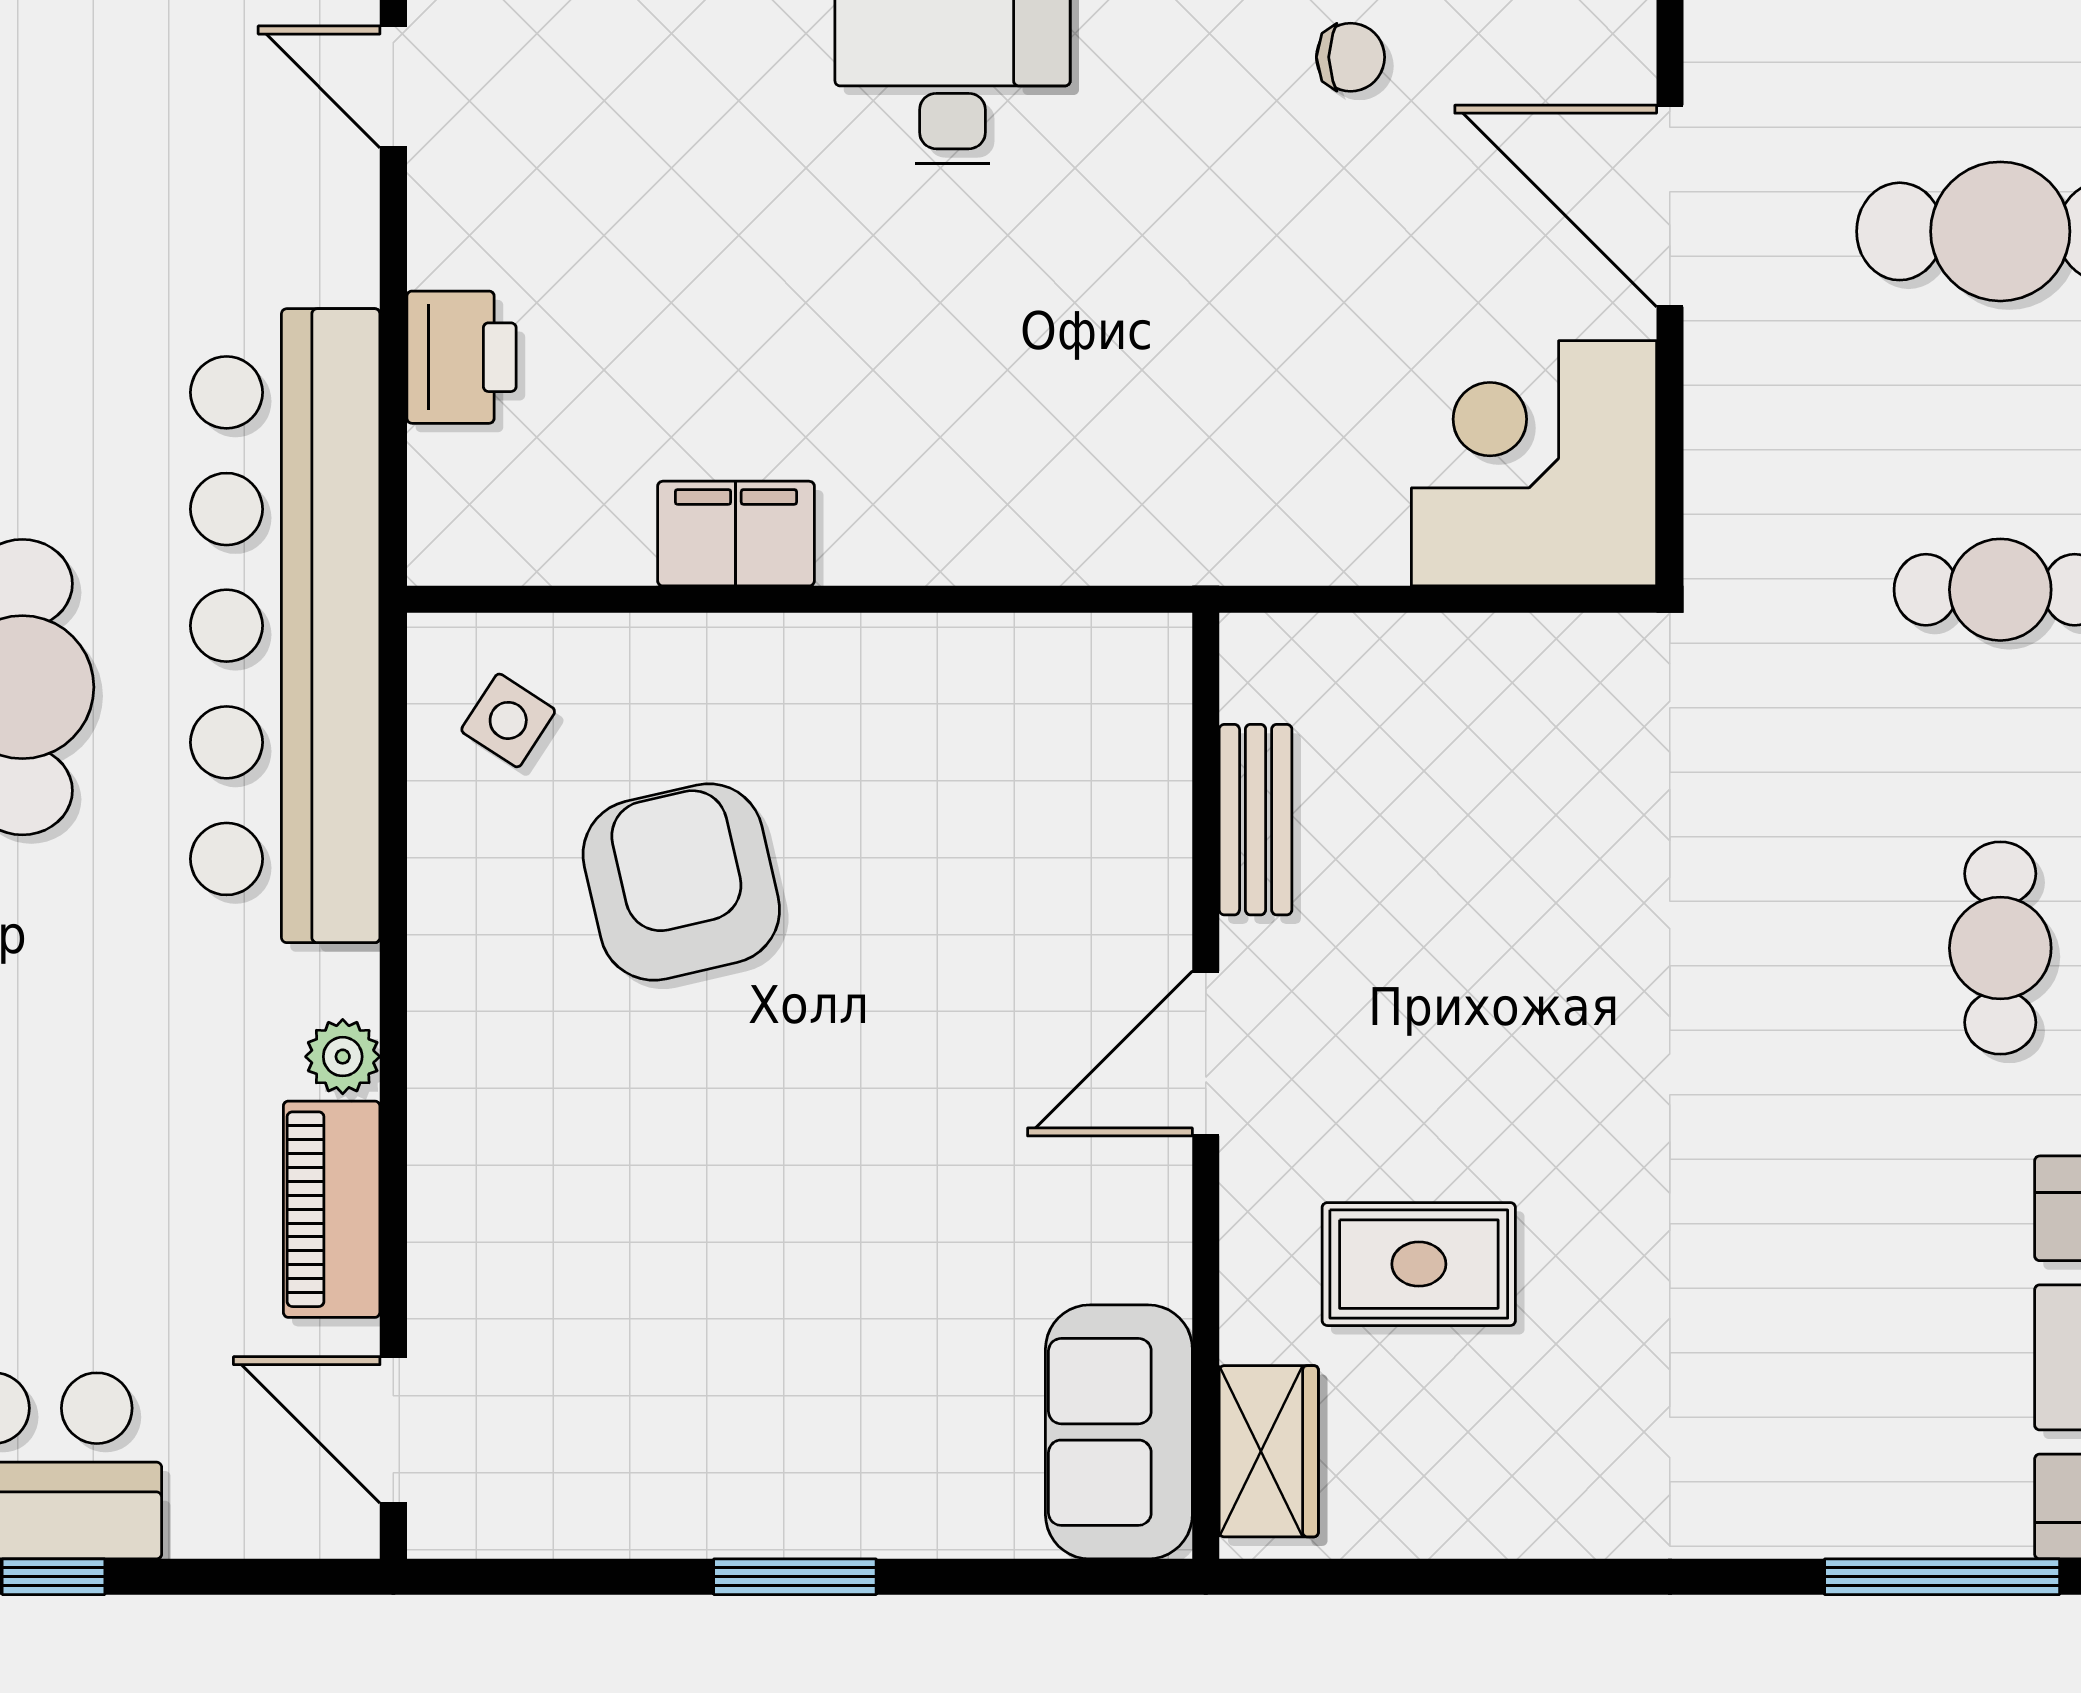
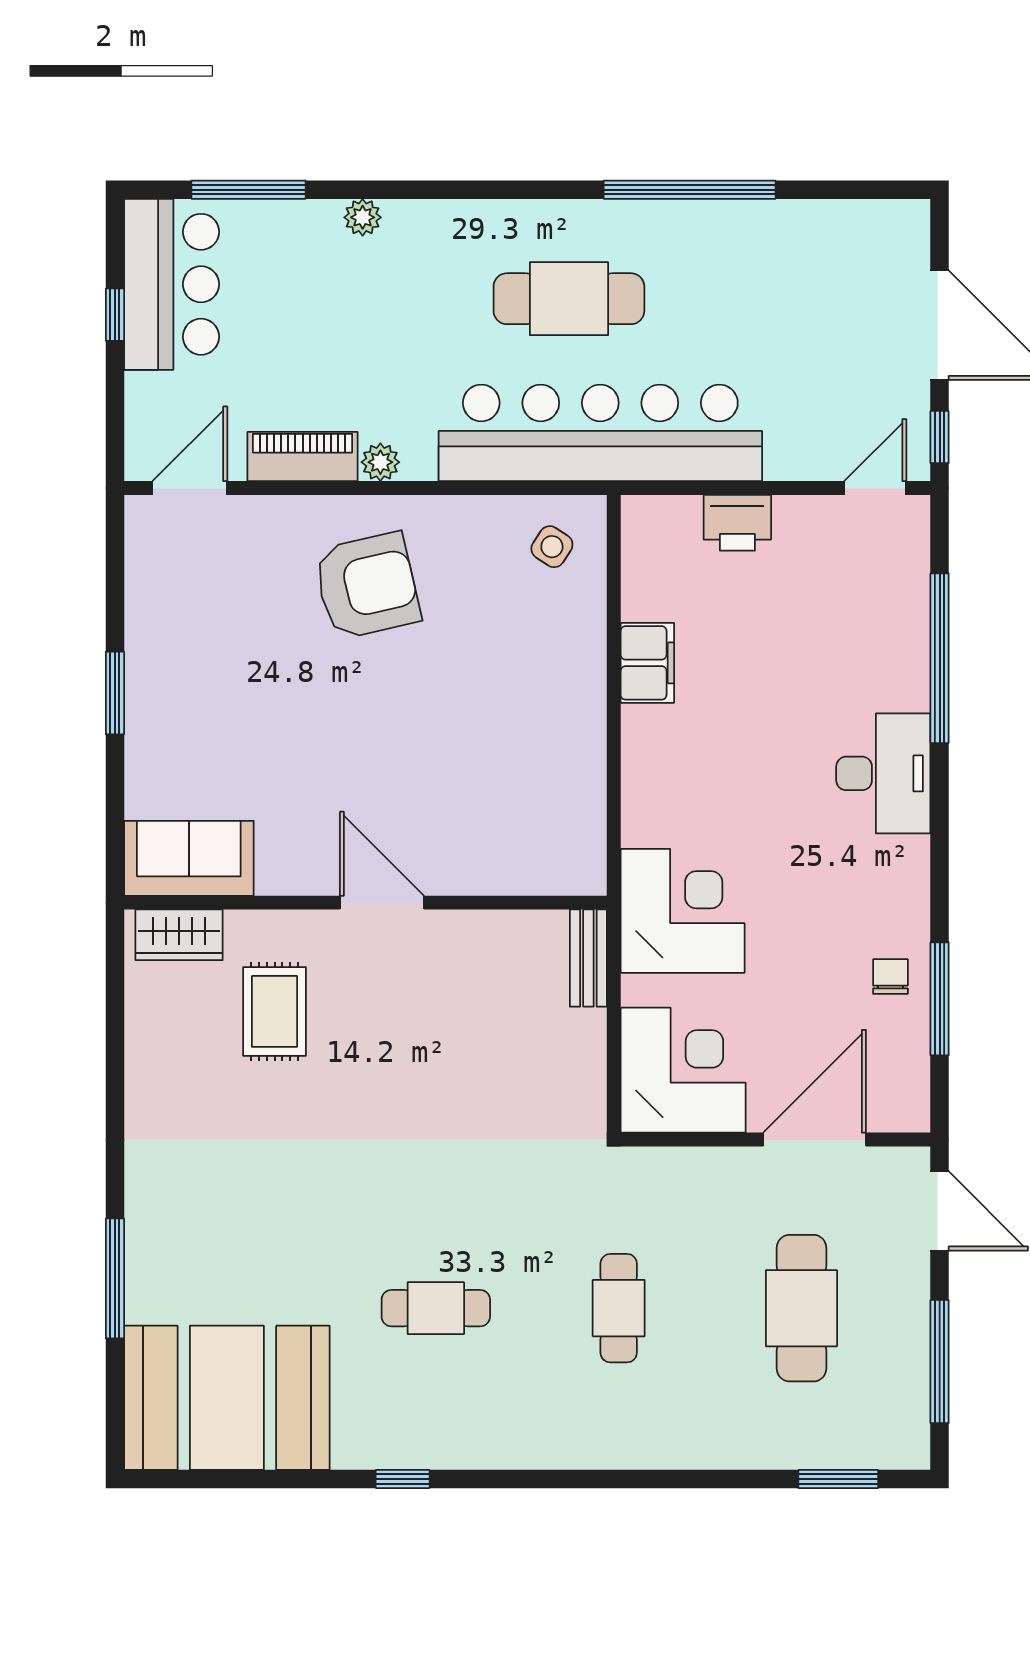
chair: (1351, 57) -> (890, 977), turned 180
corner desk: (1222, 464) -> (683, 911), added
bench: (1256, 820) -> (588, 958), moved, turned 90
armchair: (681, 882) -> (367, 586), moved

